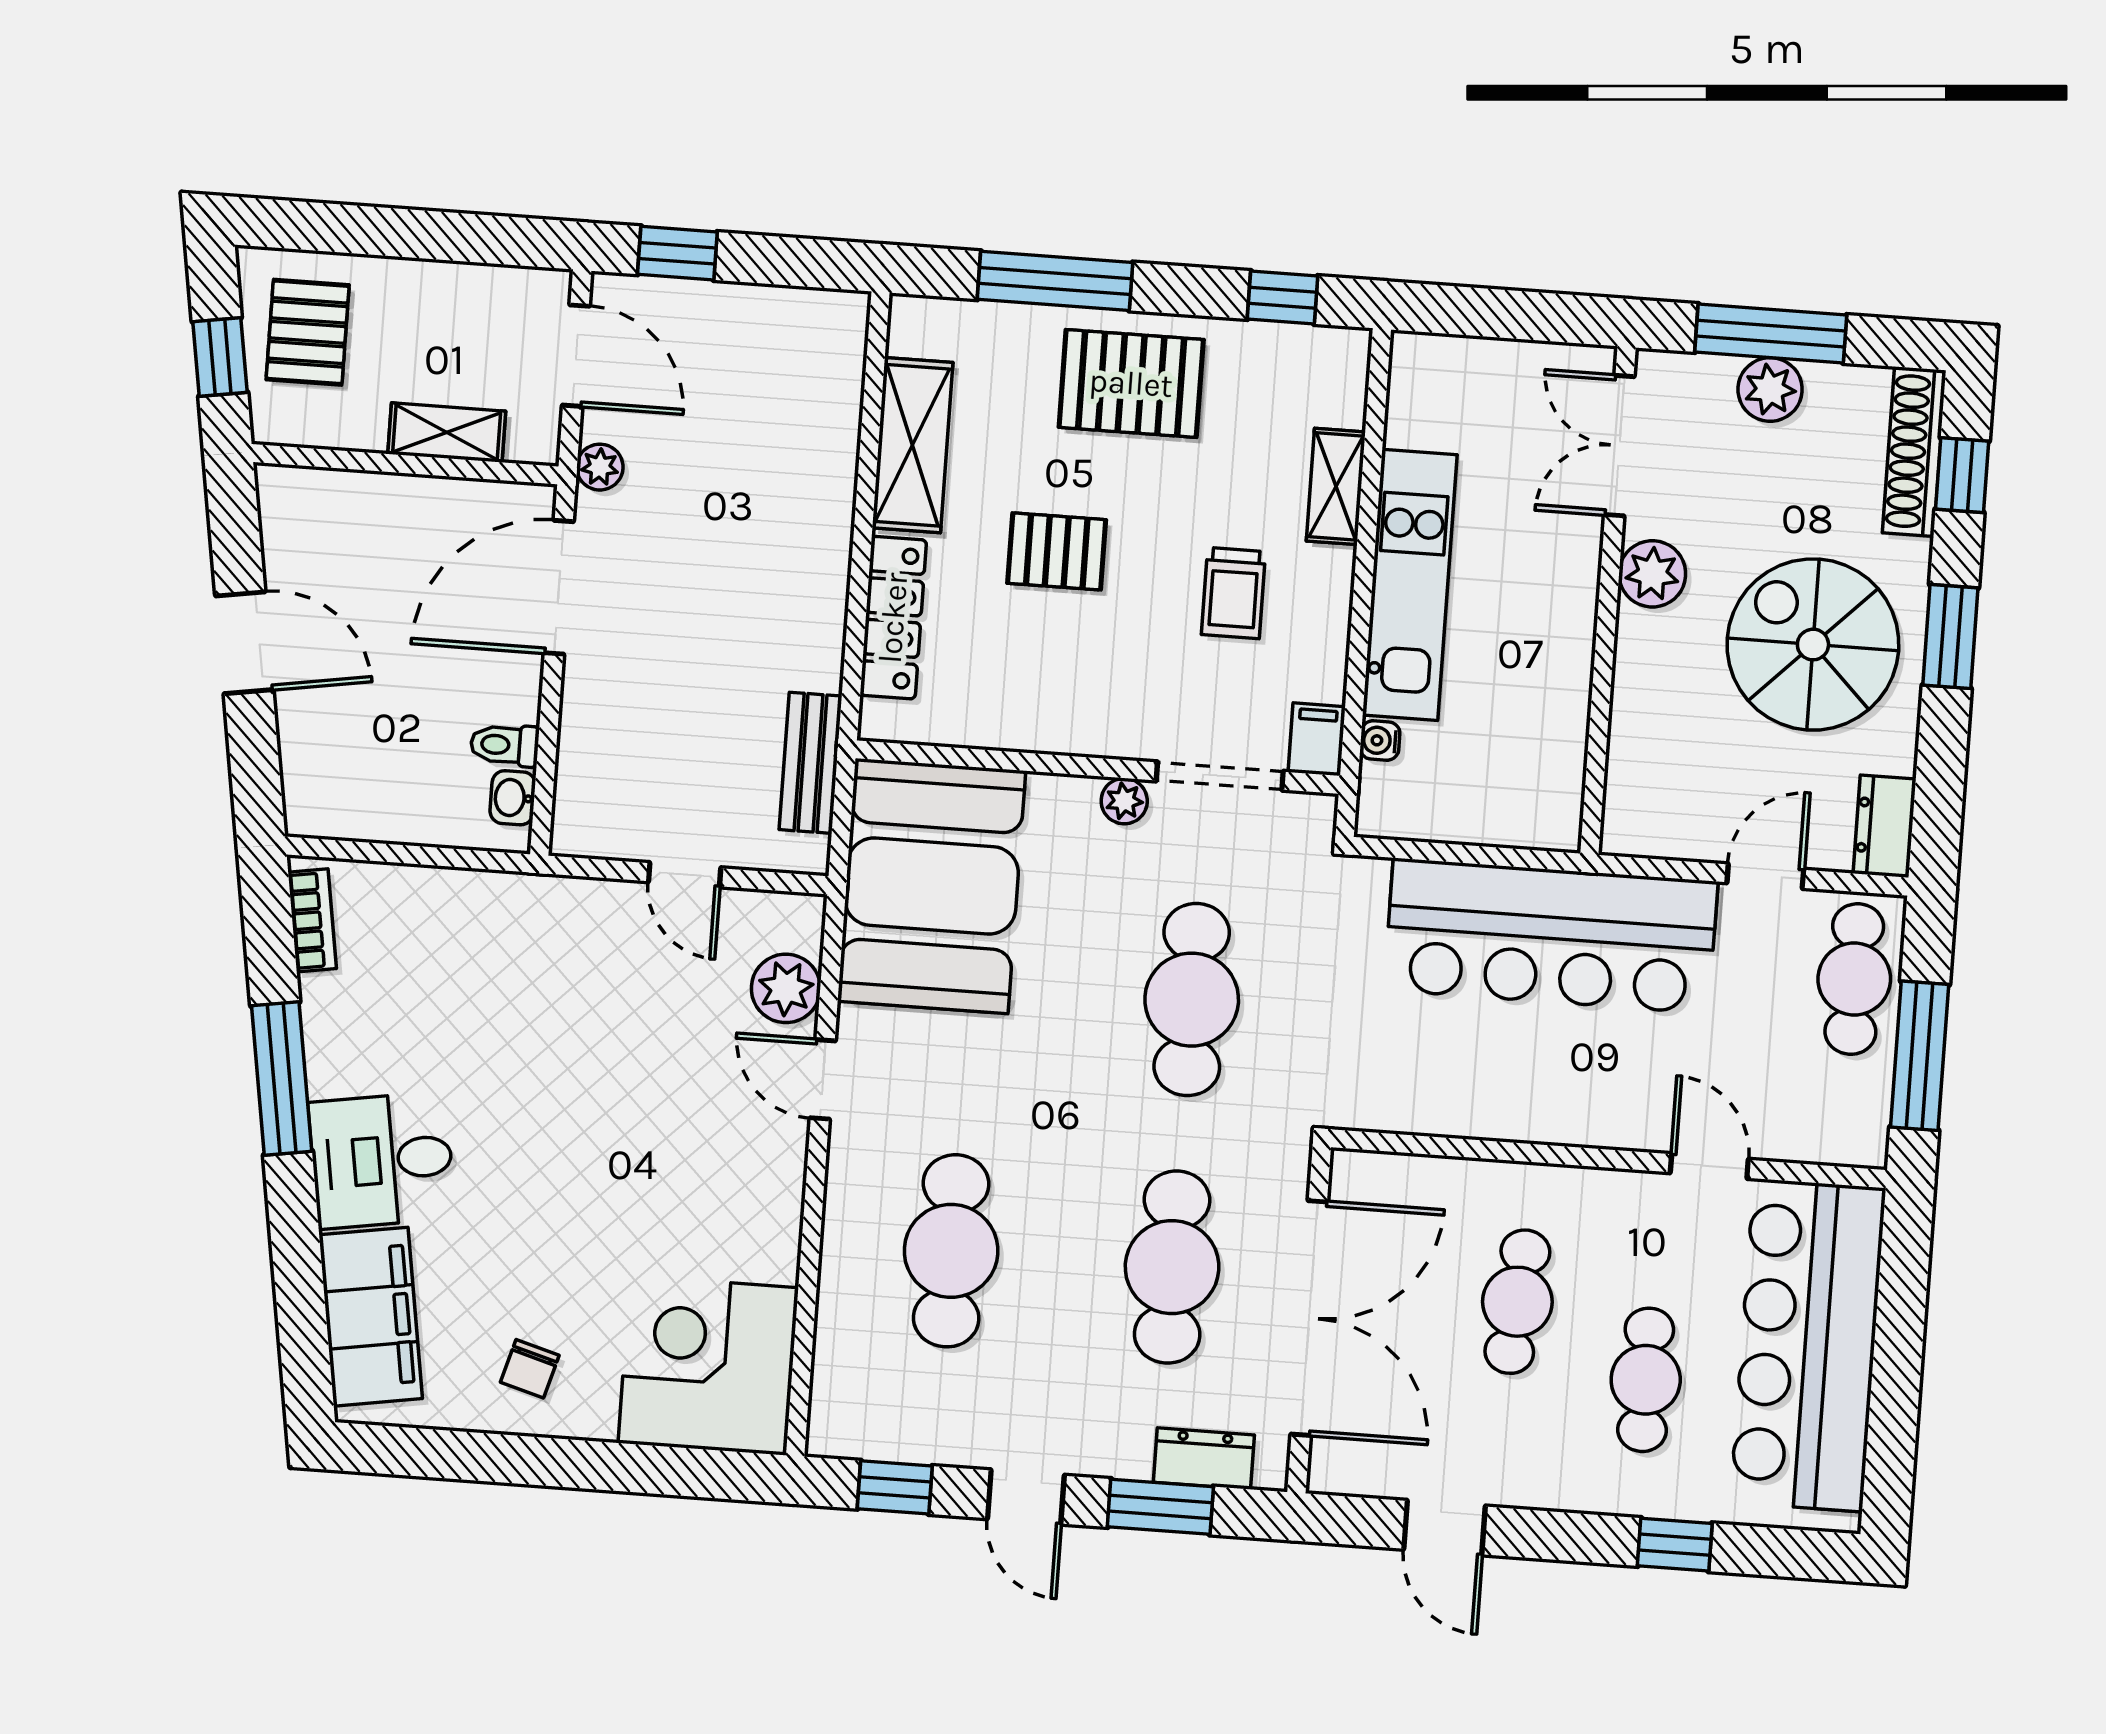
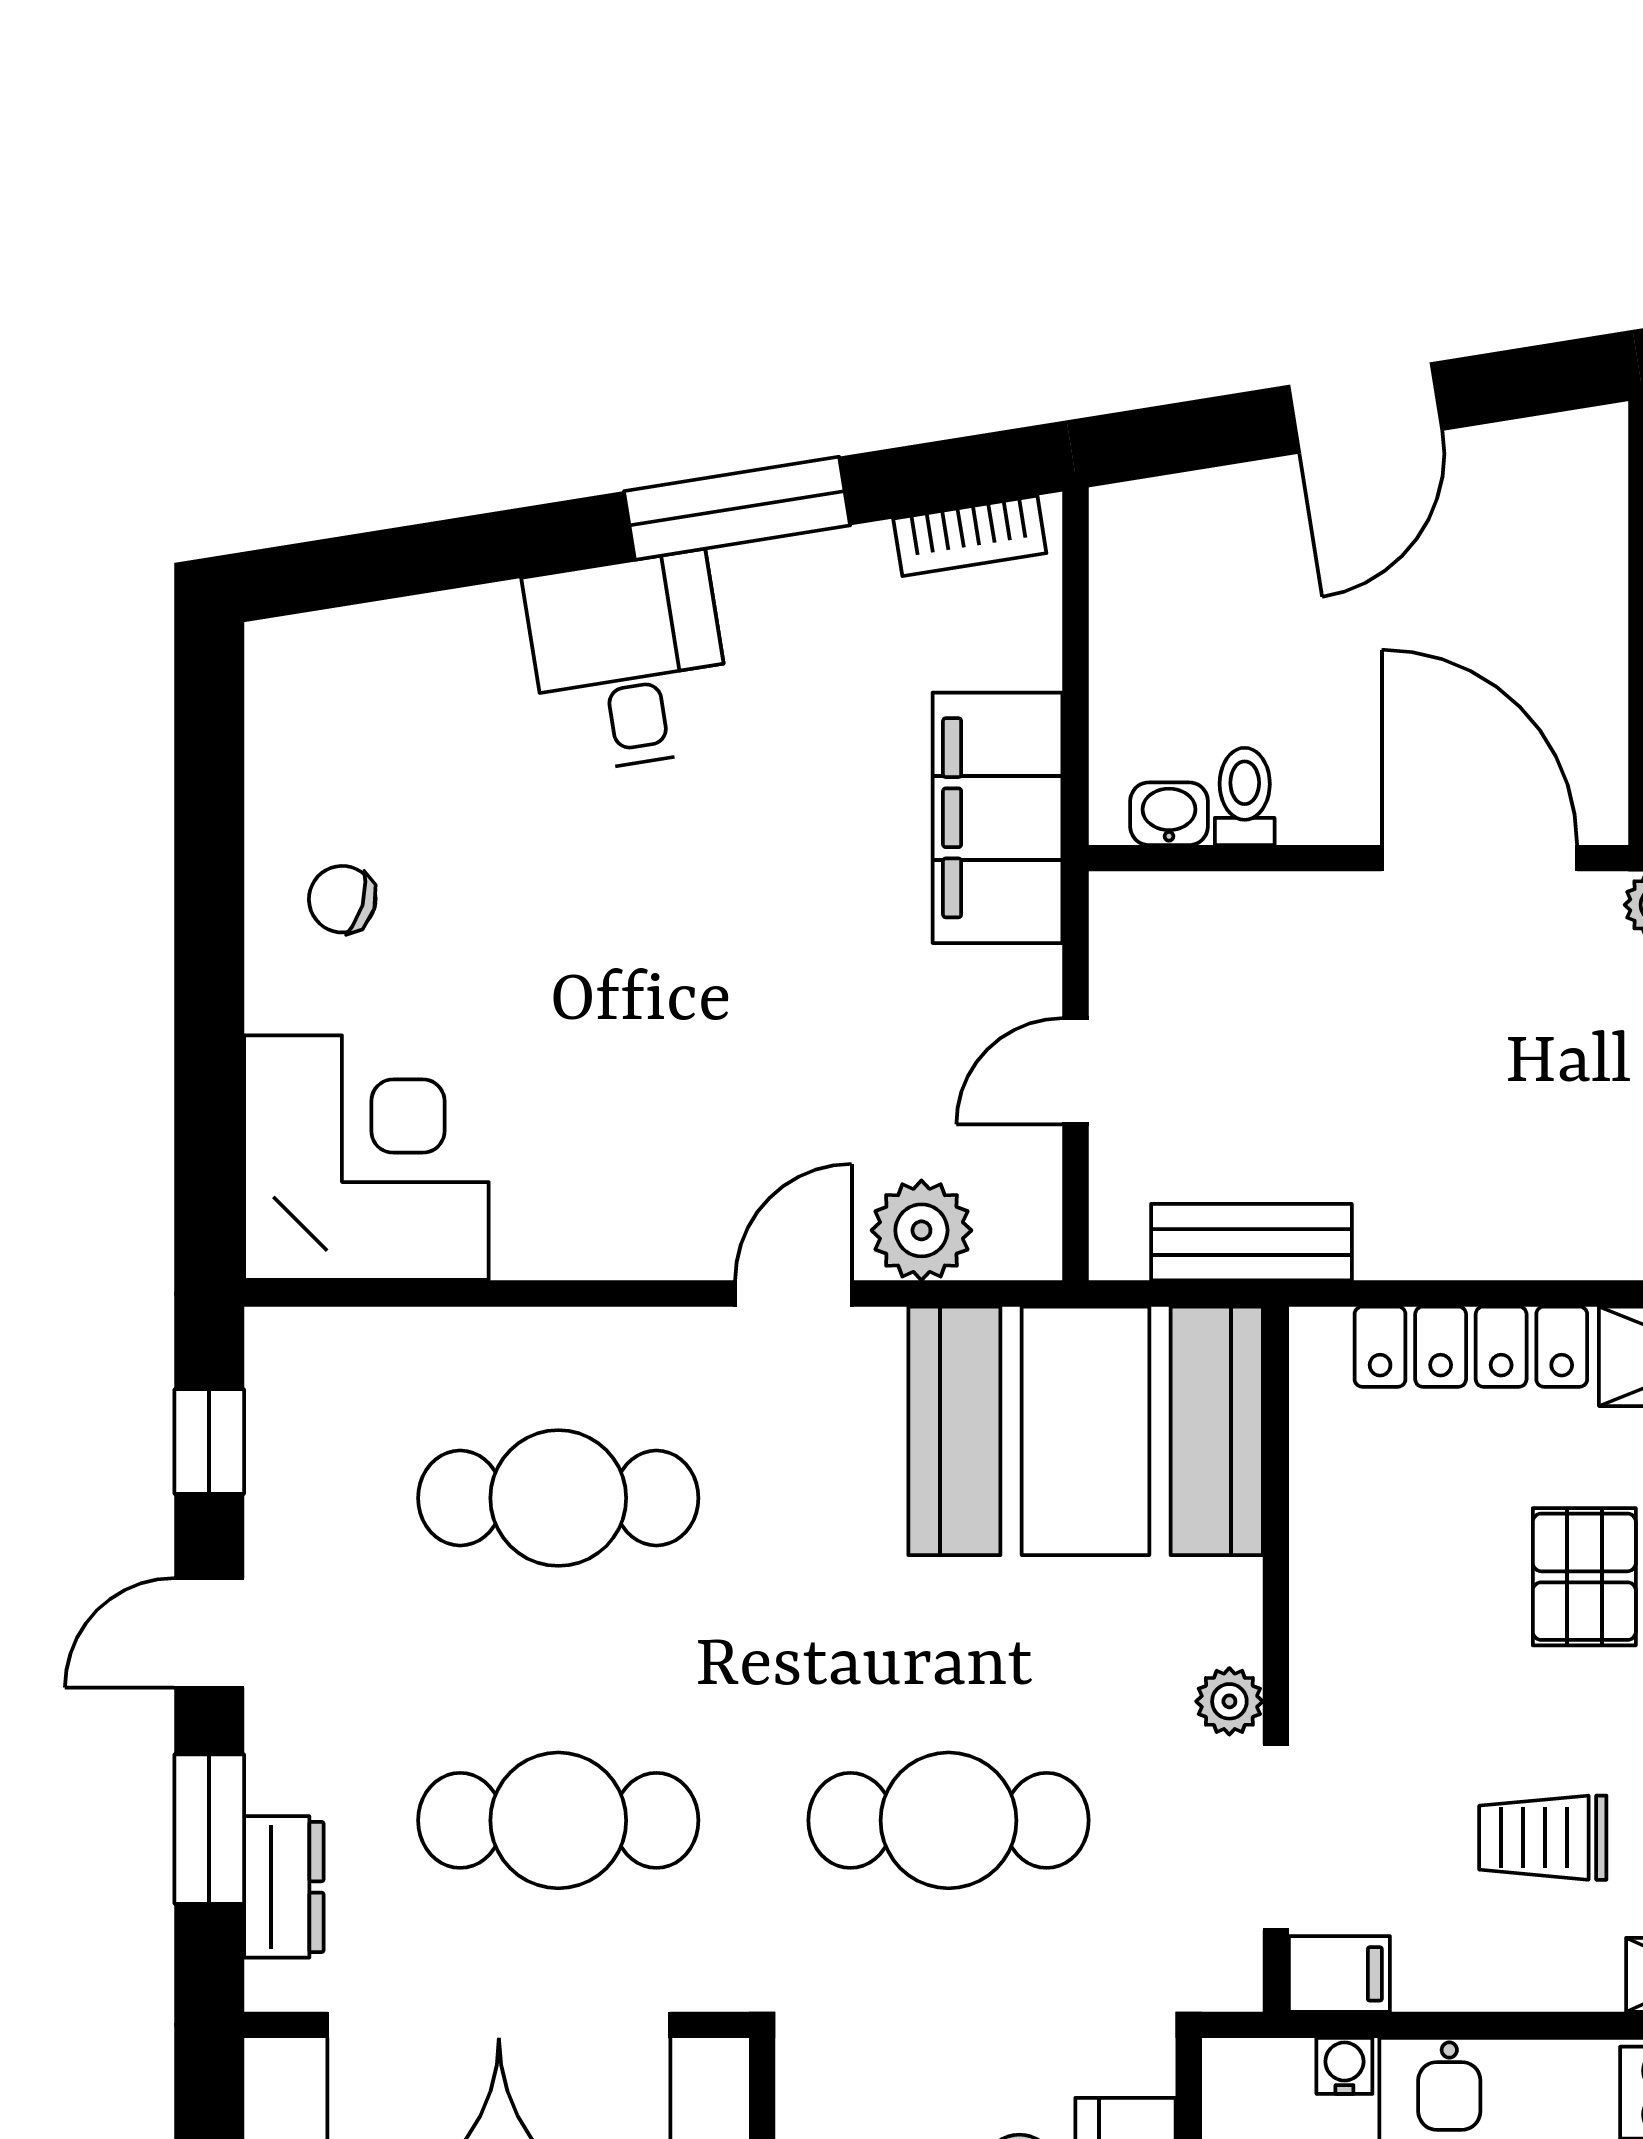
filing cabinet: (371, 1317) -> (998, 818), moved, turned 99

